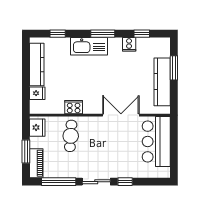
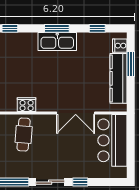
cooker: (129, 44) -> (120, 46), moved, turned 90
kitchen sink: (89, 46) -> (57, 41), moved
double door: (121, 115) -> (76, 113), swing flipped

